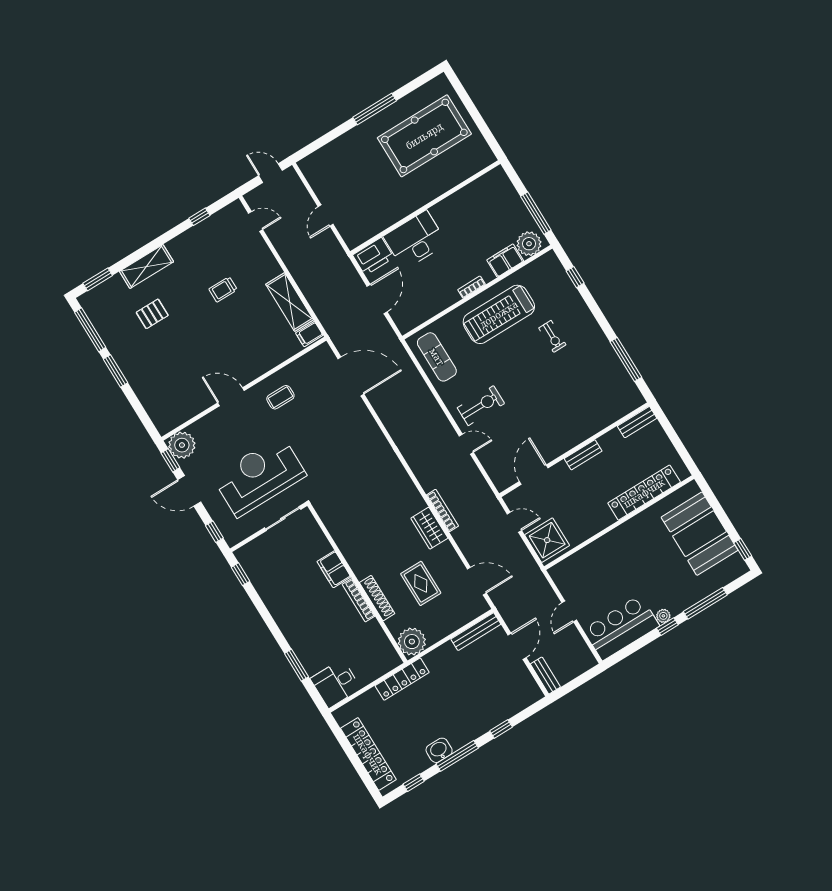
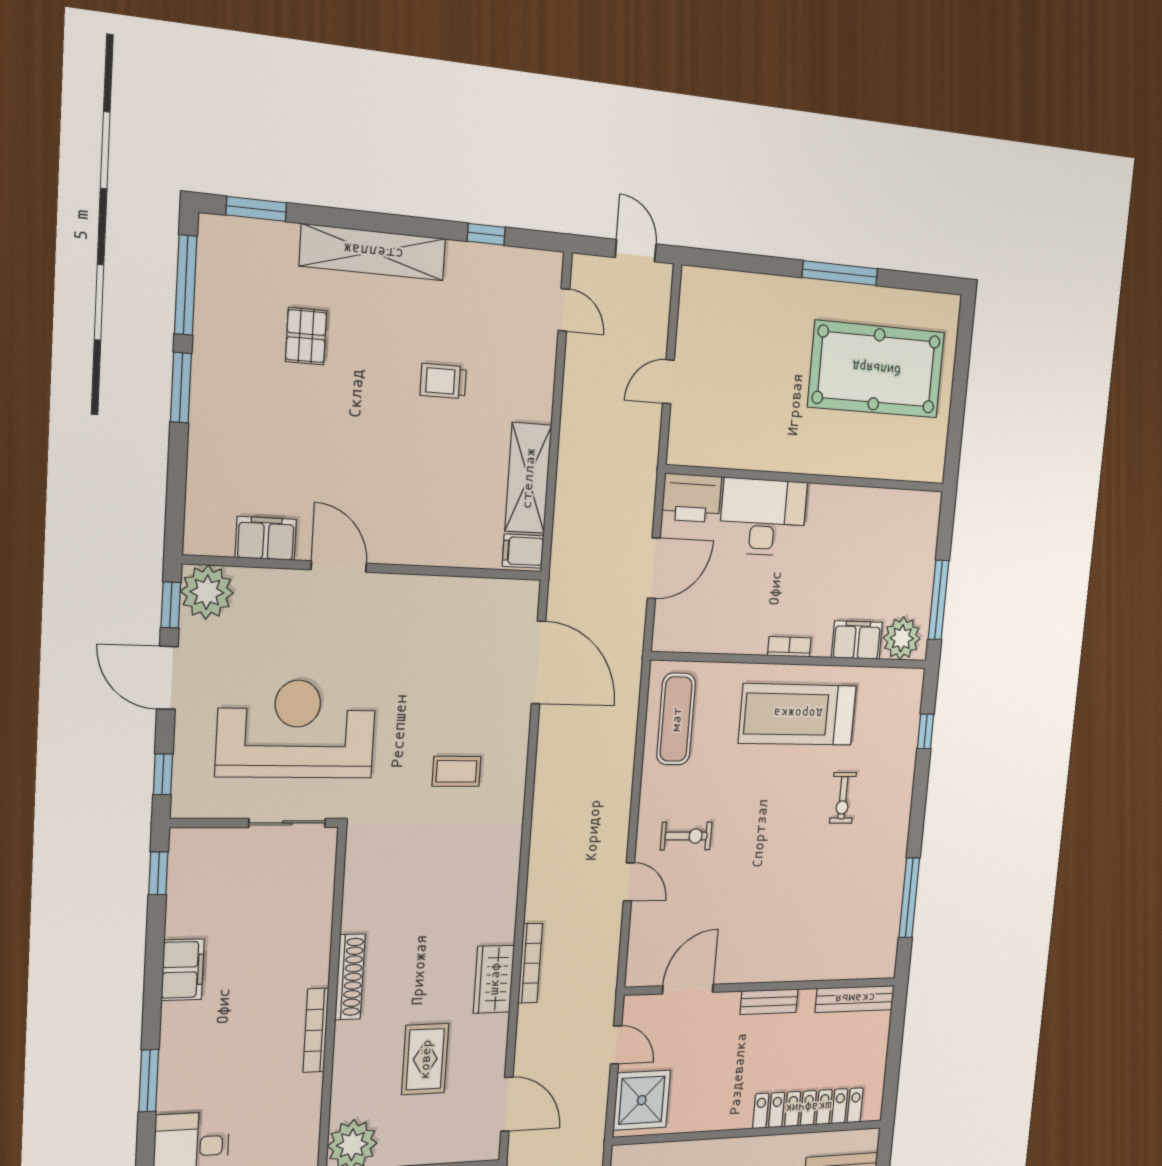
shelving: (146, 266) -> (373, 252), width x1.47
pallet: (152, 314) -> (306, 336), turned 90
coffee table: (280, 397) -> (456, 771), moved
exercise bike: (481, 406) -> (686, 836), width x0.73, depth x0.72
filing cabinet: (192, 407) -> (266, 538), added
bench: (637, 422) -> (855, 999), width x1.36
filing cabinet: (334, 569) -> (183, 970), moved, turned 180
shoe rack: (377, 598) -> (350, 977), moved

